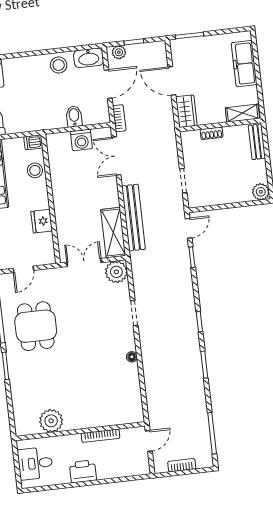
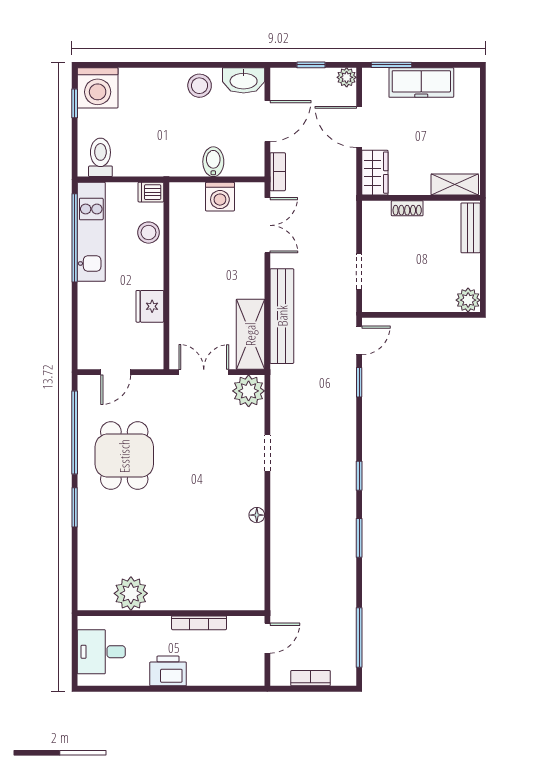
plant: (119, 52) -> (347, 77), moved
freezer: (244, 64) -> (421, 83), moved, turned -90
double door: (116, 156) -> (267, 225), swing flipped

